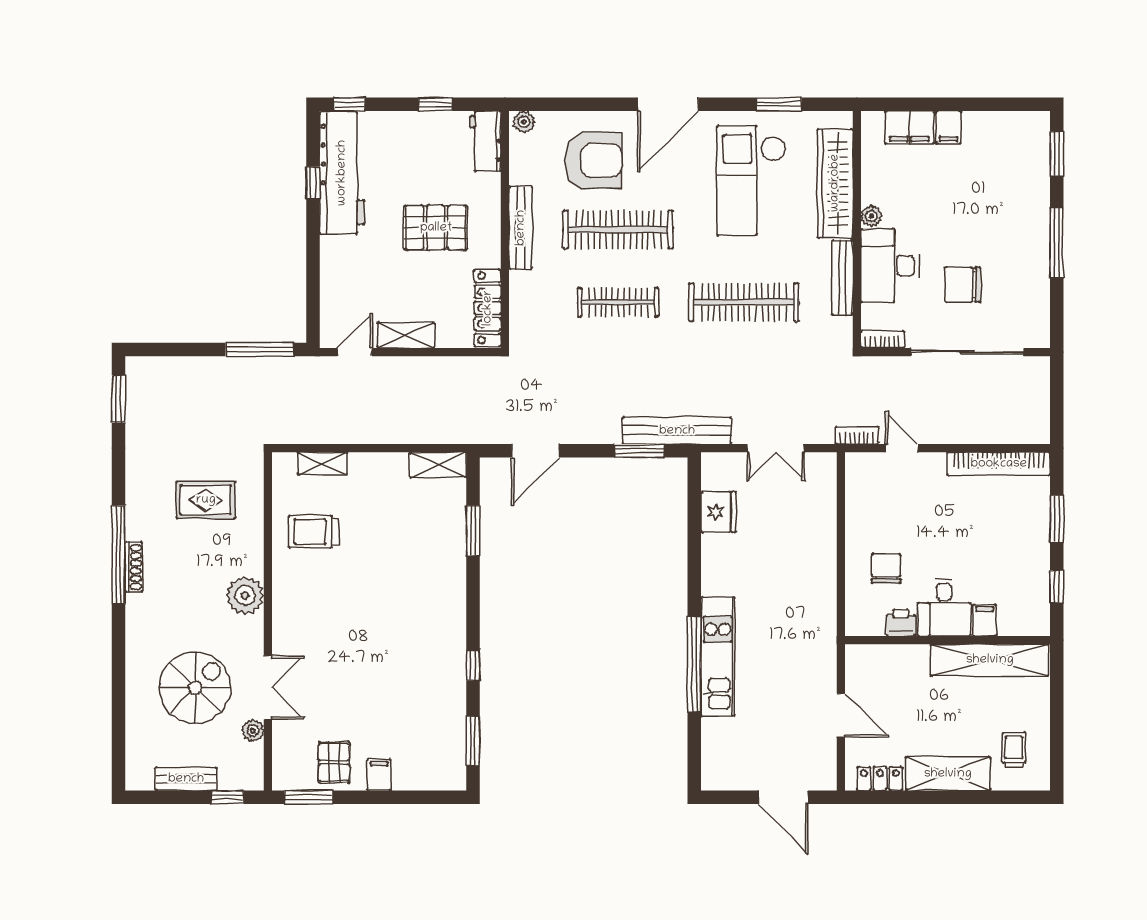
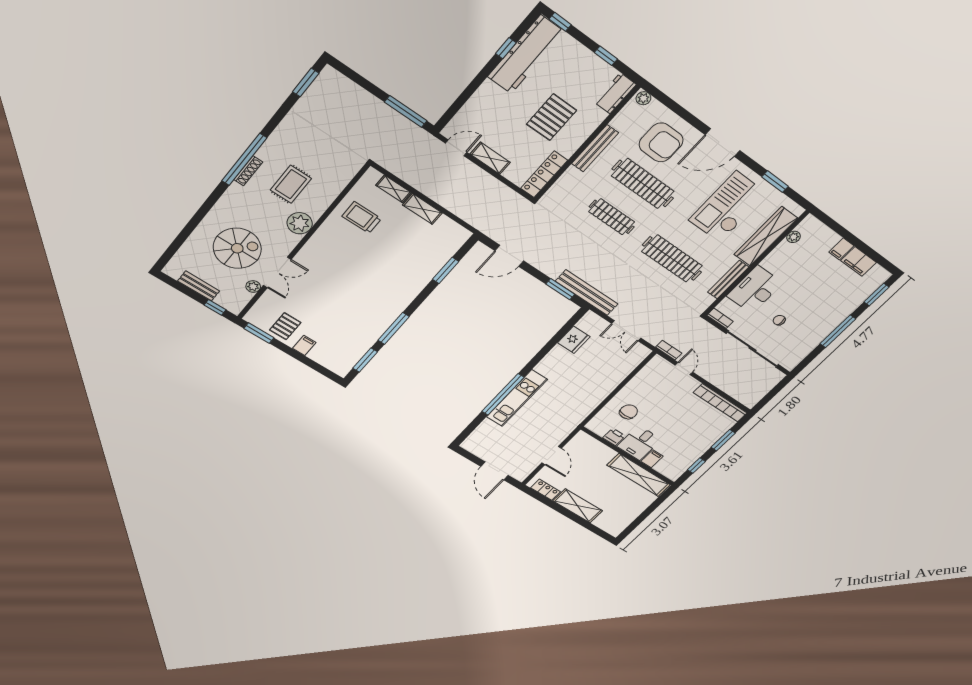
filing cabinet: (909, 127) -> (859, 261), moved
plant: (871, 216) -> (793, 237), moved
pallet: (436, 228) -> (552, 117), turned 90
chair: (963, 285) -> (779, 320), width x0.54, depth x0.54
shelving: (438, 465) -> (422, 209), moved
rug: (206, 500) -> (291, 184), moved, turned 90
window: (473, 665) -> (394, 328), width x2.17
trolley: (1014, 750) -> (615, 514), removed

